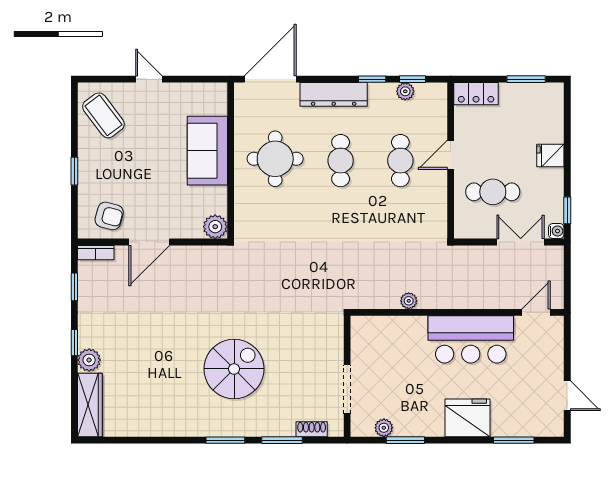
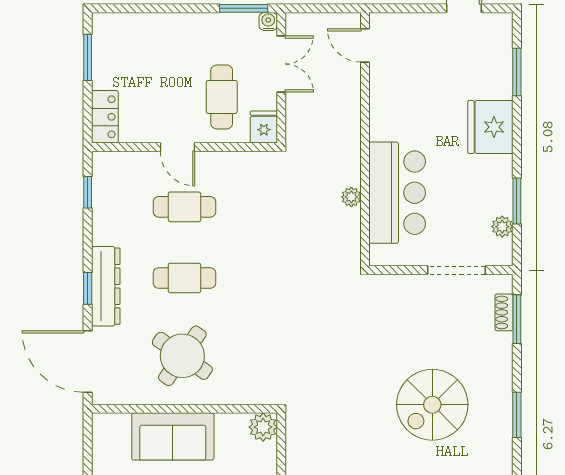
window: (372, 79) -> (88, 288), moved
plant: (405, 91) -> (102, 201), removed
fridge: (550, 155) -> (264, 127), moved, turned 180
round table: (275, 159) -> (182, 356), turned 35
window: (567, 210) -> (244, 8), width x1.50
double door: (521, 242) -> (281, 64), swing flipped
bar counter: (471, 339) -> (397, 193), moved
spiral stairs: (234, 369) -> (432, 405), turned -90
window: (282, 440) -> (517, 319), moved

